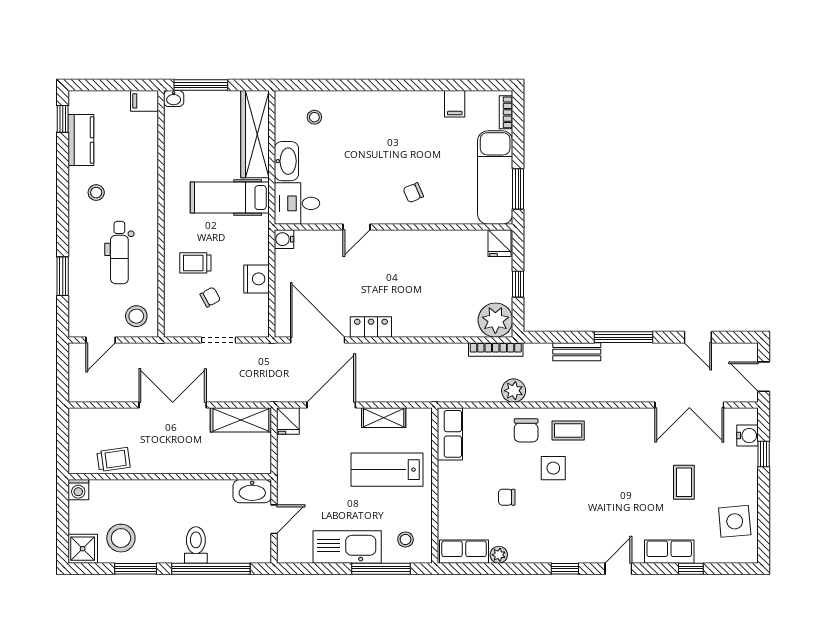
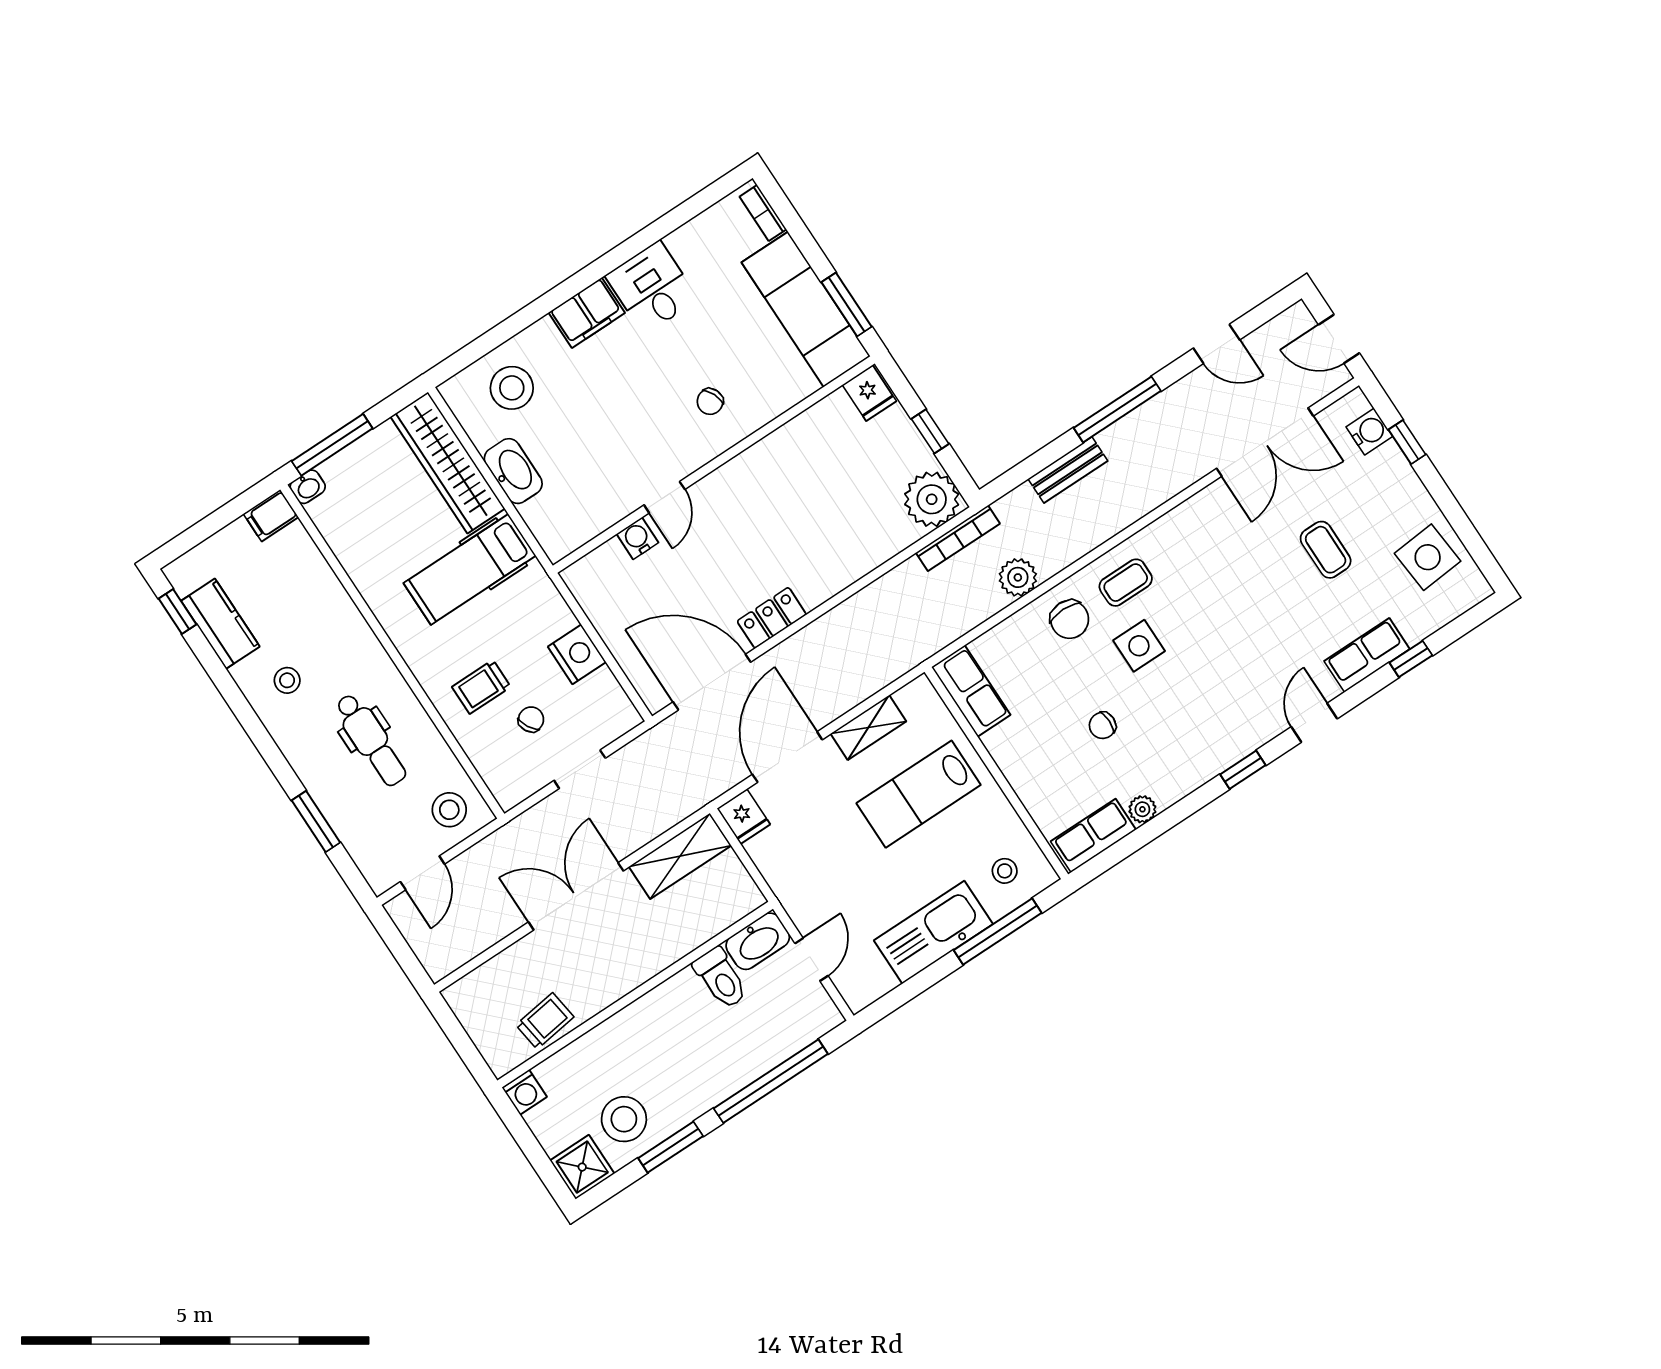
filing cabinet: (455, 104) -> (587, 313), moved, width x2.00
stool: (314, 117) -> (512, 388), width x1.89, depth x1.89
desk: (297, 203) -> (652, 288), moved, turned 90
water cooler: (284, 239) -> (637, 538), moved, turned 90
toilet: (196, 545) -> (721, 978), moved, turned 180

